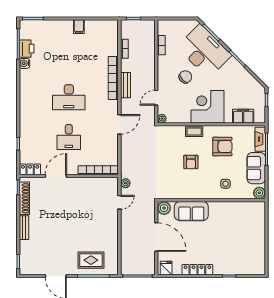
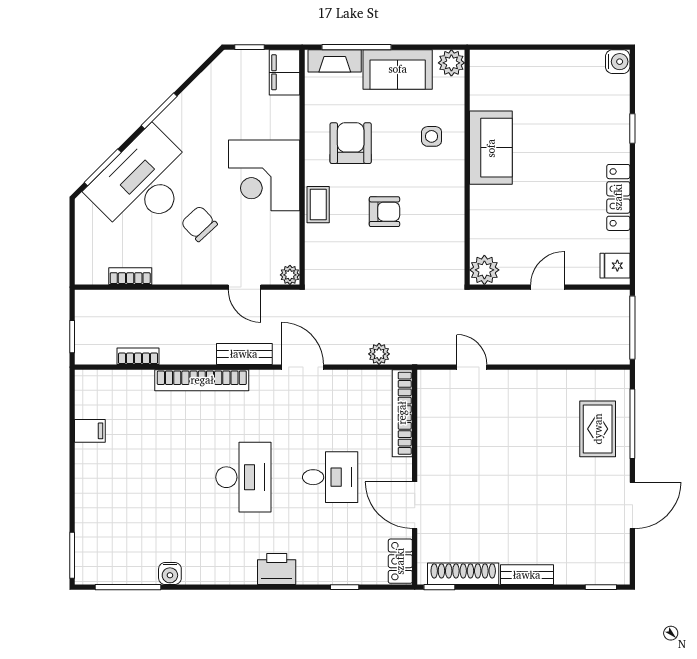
filing cabinet: (79, 27) -> (90, 431), moved
printer: (27, 49) -> (277, 569), moved
bench: (125, 85) -> (244, 354), moved
filing cabinet: (243, 116) -> (285, 72), moved
plant: (125, 183) -> (379, 354), moved
sofa: (191, 211) -> (491, 148), moved
door: (156, 237) -> (547, 287), width x0.53
water cooler: (260, 269) -> (618, 62), added

